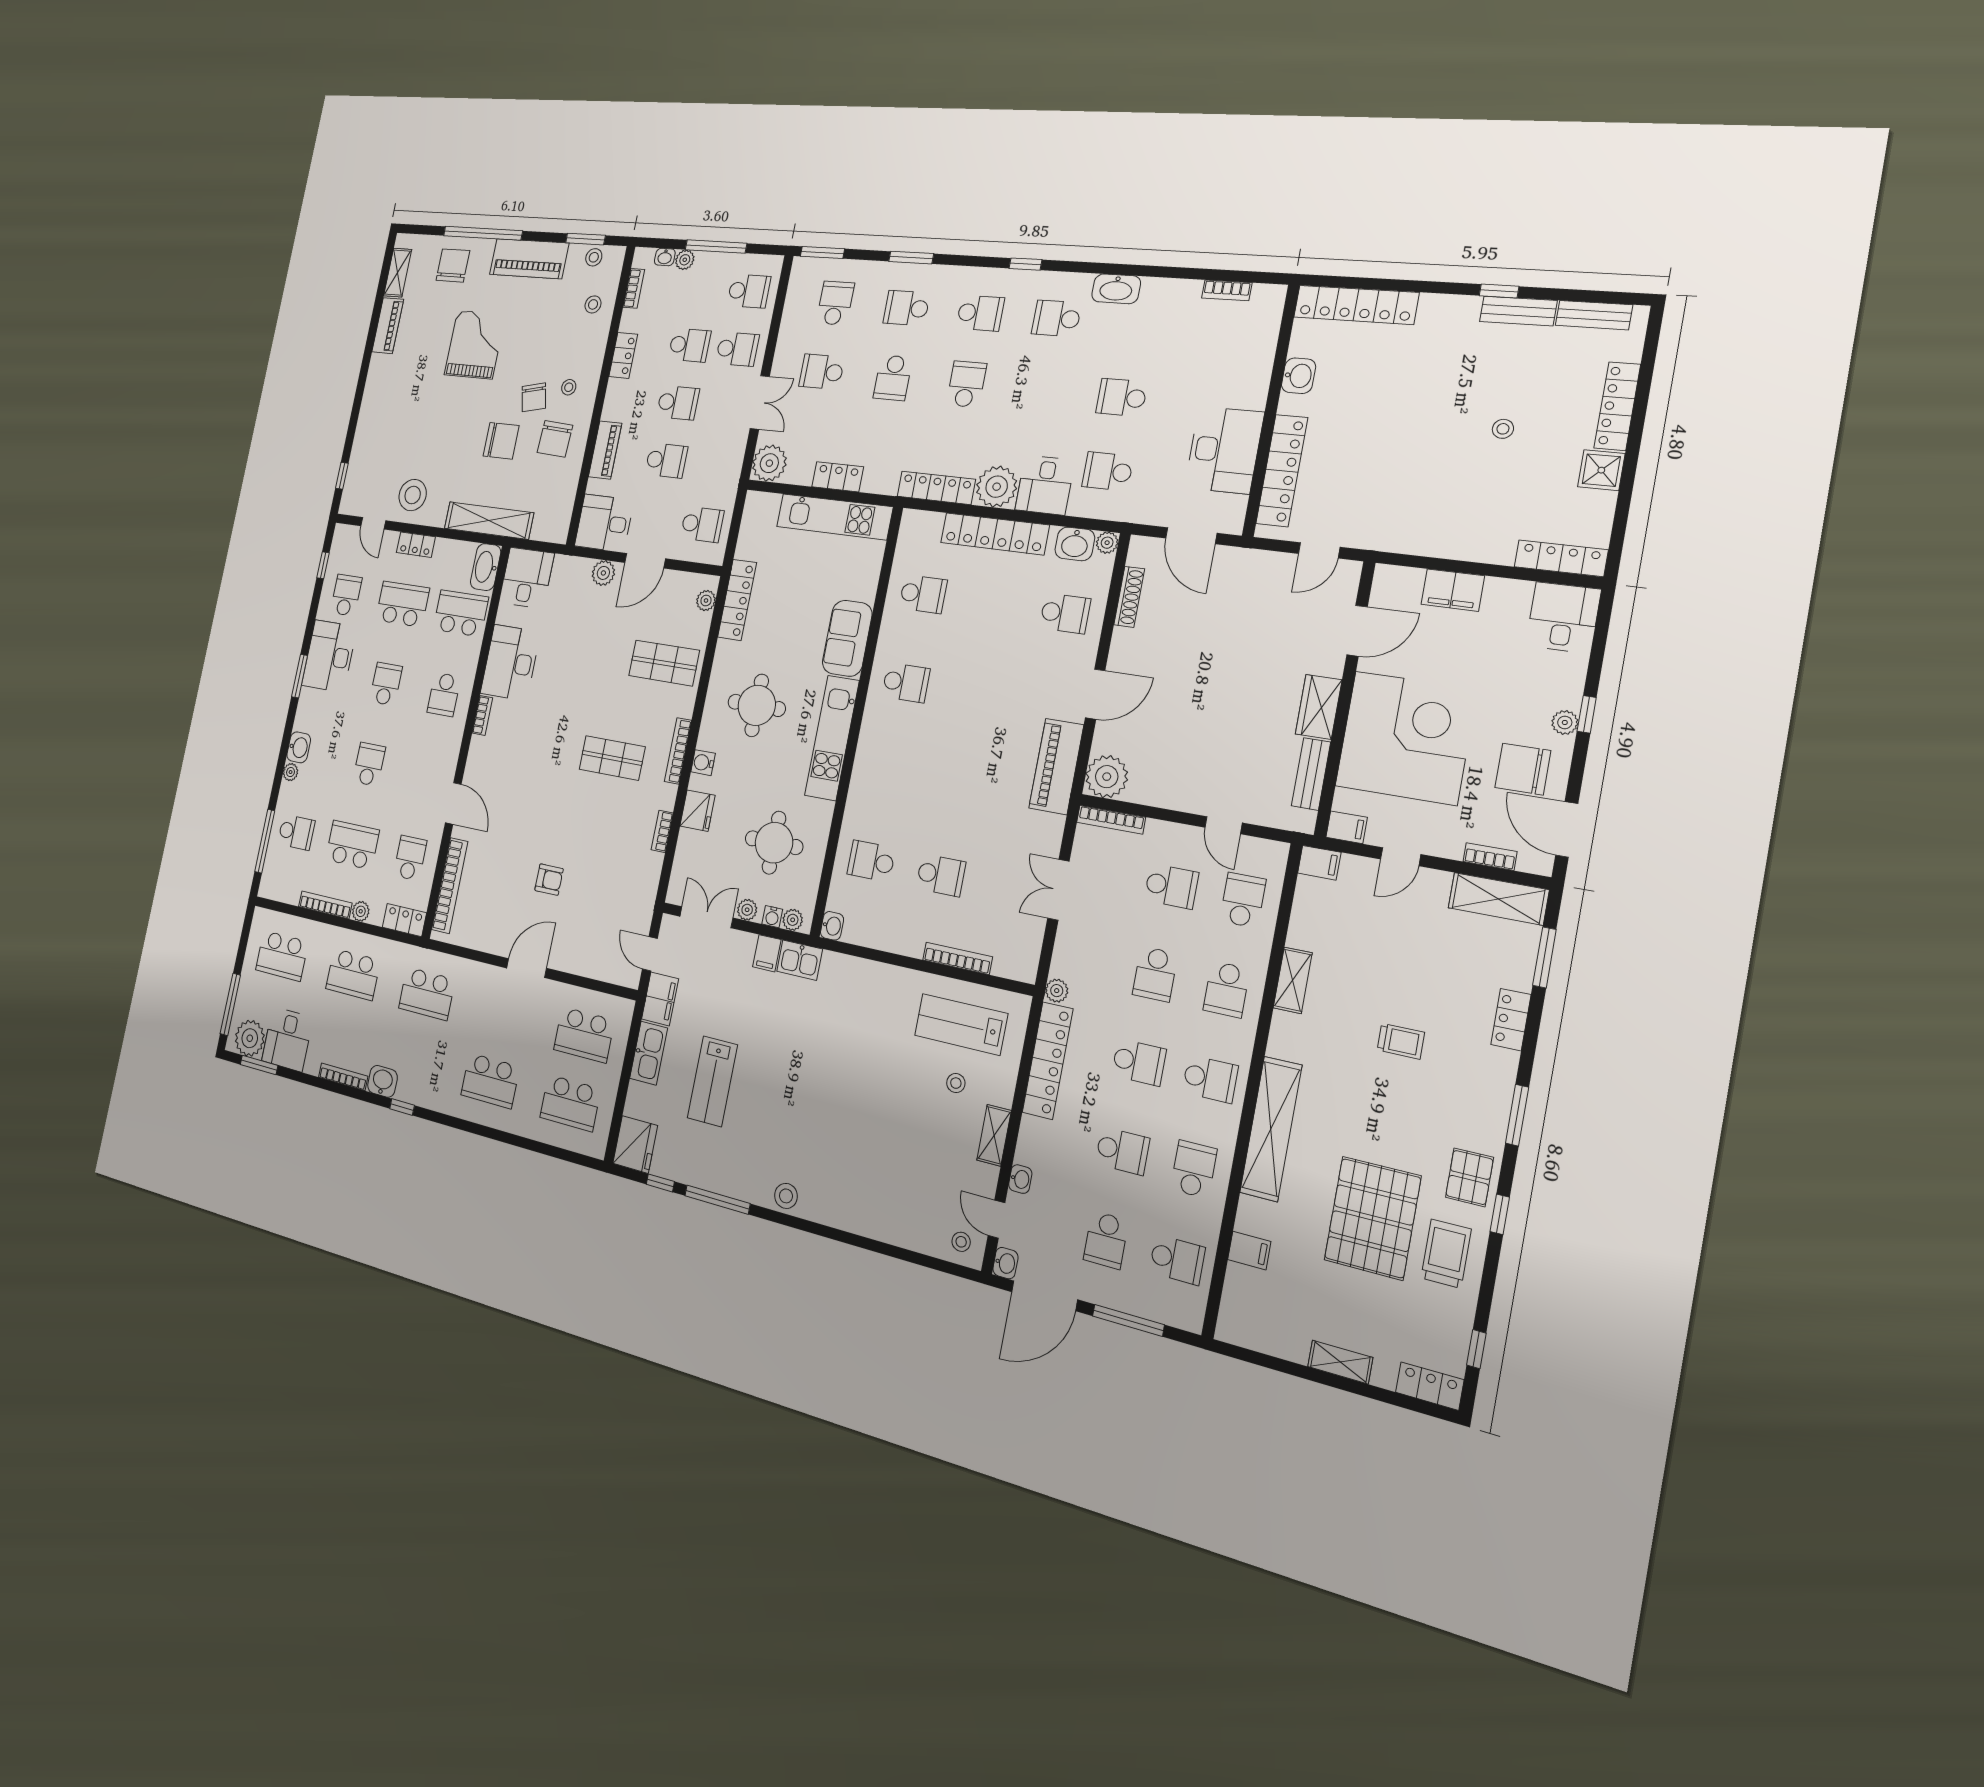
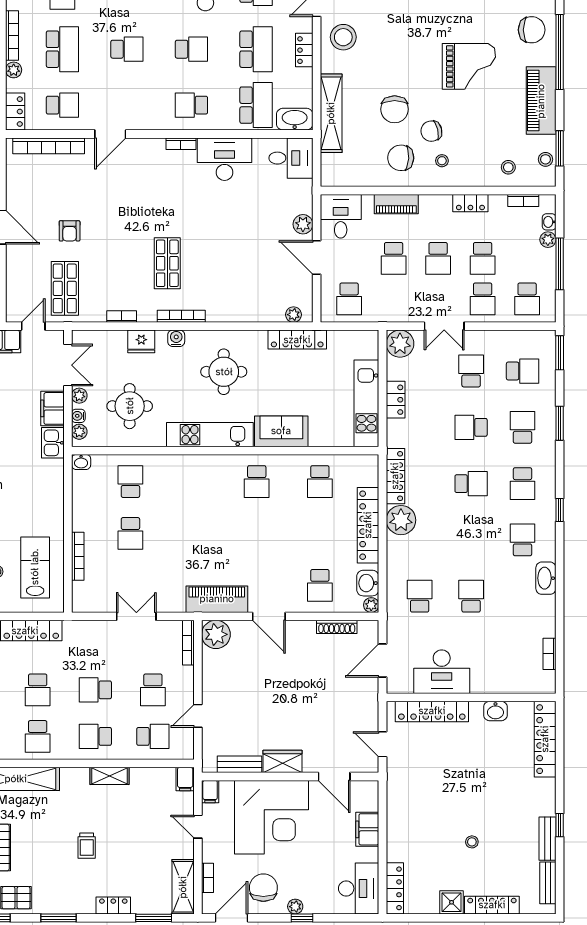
desk: (1045, 485) -> (406, 554), removed
desk: (1563, 618) -> (359, 888), width x1.37
shop shelf: (664, 663) -> (65, 288), moved
filing cabinet: (767, 953) -> (52, 408), width x2.00
plant: (1057, 991) -> (71, 628), removed

